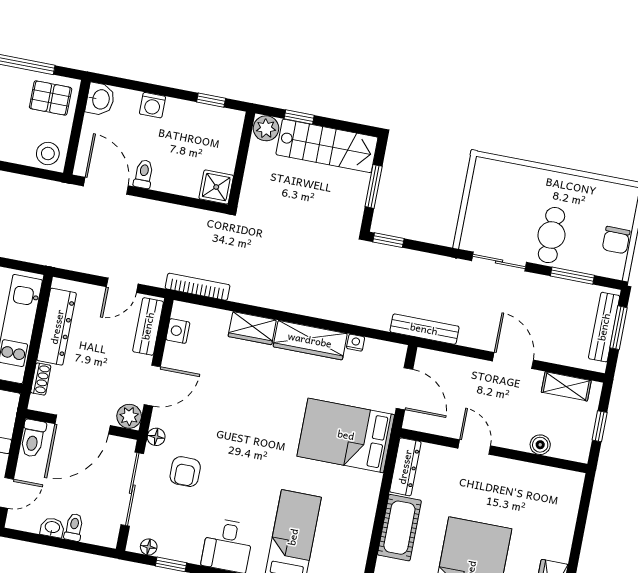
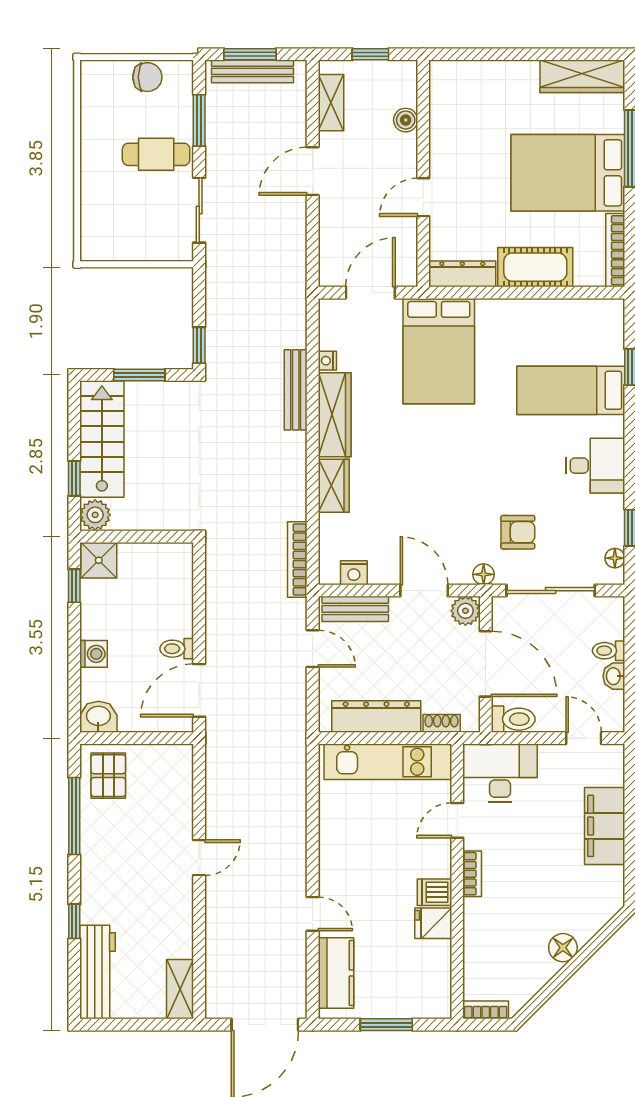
stool: (48, 153) -> (174, 766), removed
shower: (216, 187) -> (99, 560), moved
bench: (424, 329) -> (296, 390), moved

